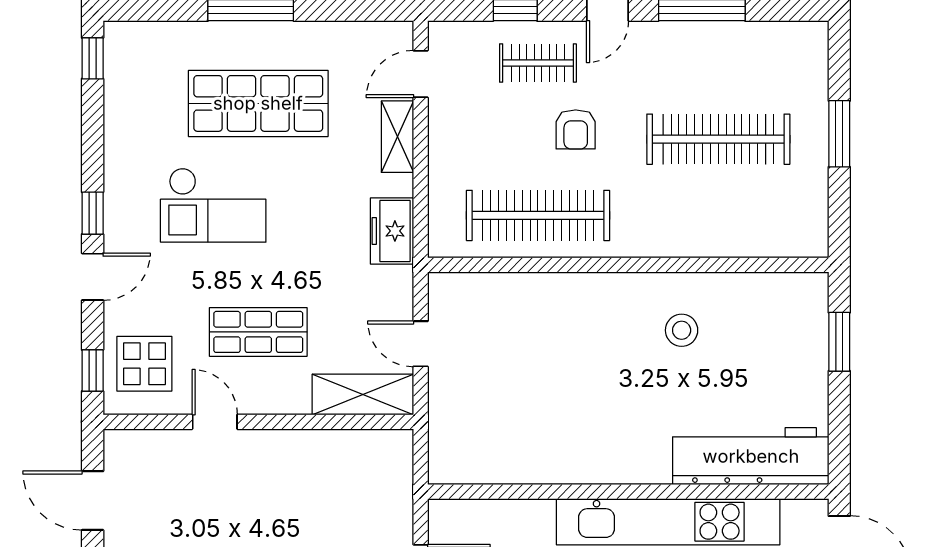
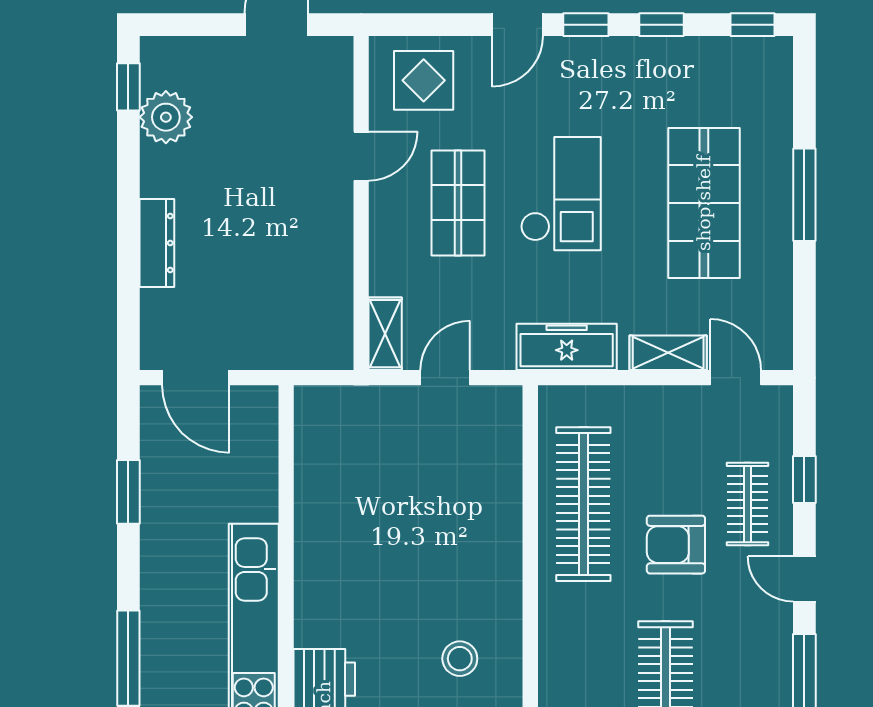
armchair: (576, 129) -> (676, 545), width x1.38, depth x1.38
checkout: (213, 205) -> (561, 194), moved, turned 180
freezer: (392, 231) -> (567, 347), width x1.40
door: (93, 277) -> (517, 25), hinge flipped
window: (93, 371) -> (661, 25), moved
shelving: (363, 395) -> (385, 334), width x0.67, depth x0.75

